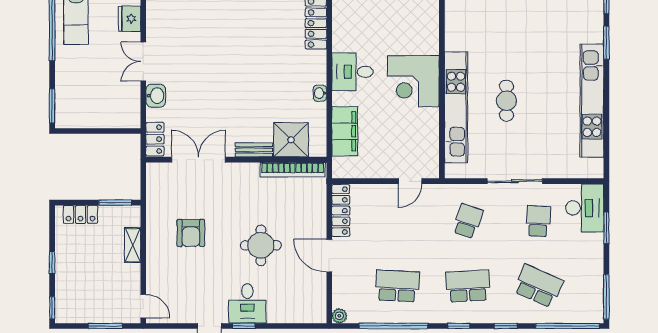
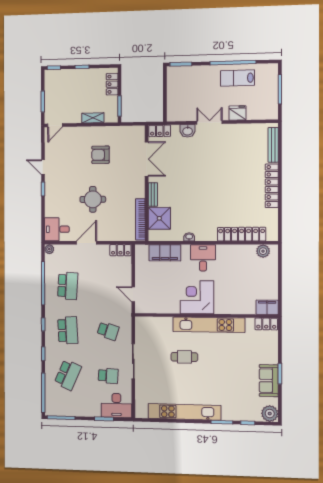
kitchen unit: (456, 107) -> (209, 325), moved
locker: (341, 211) -> (120, 250), width x0.66
desk: (247, 303) -> (57, 229), moved

